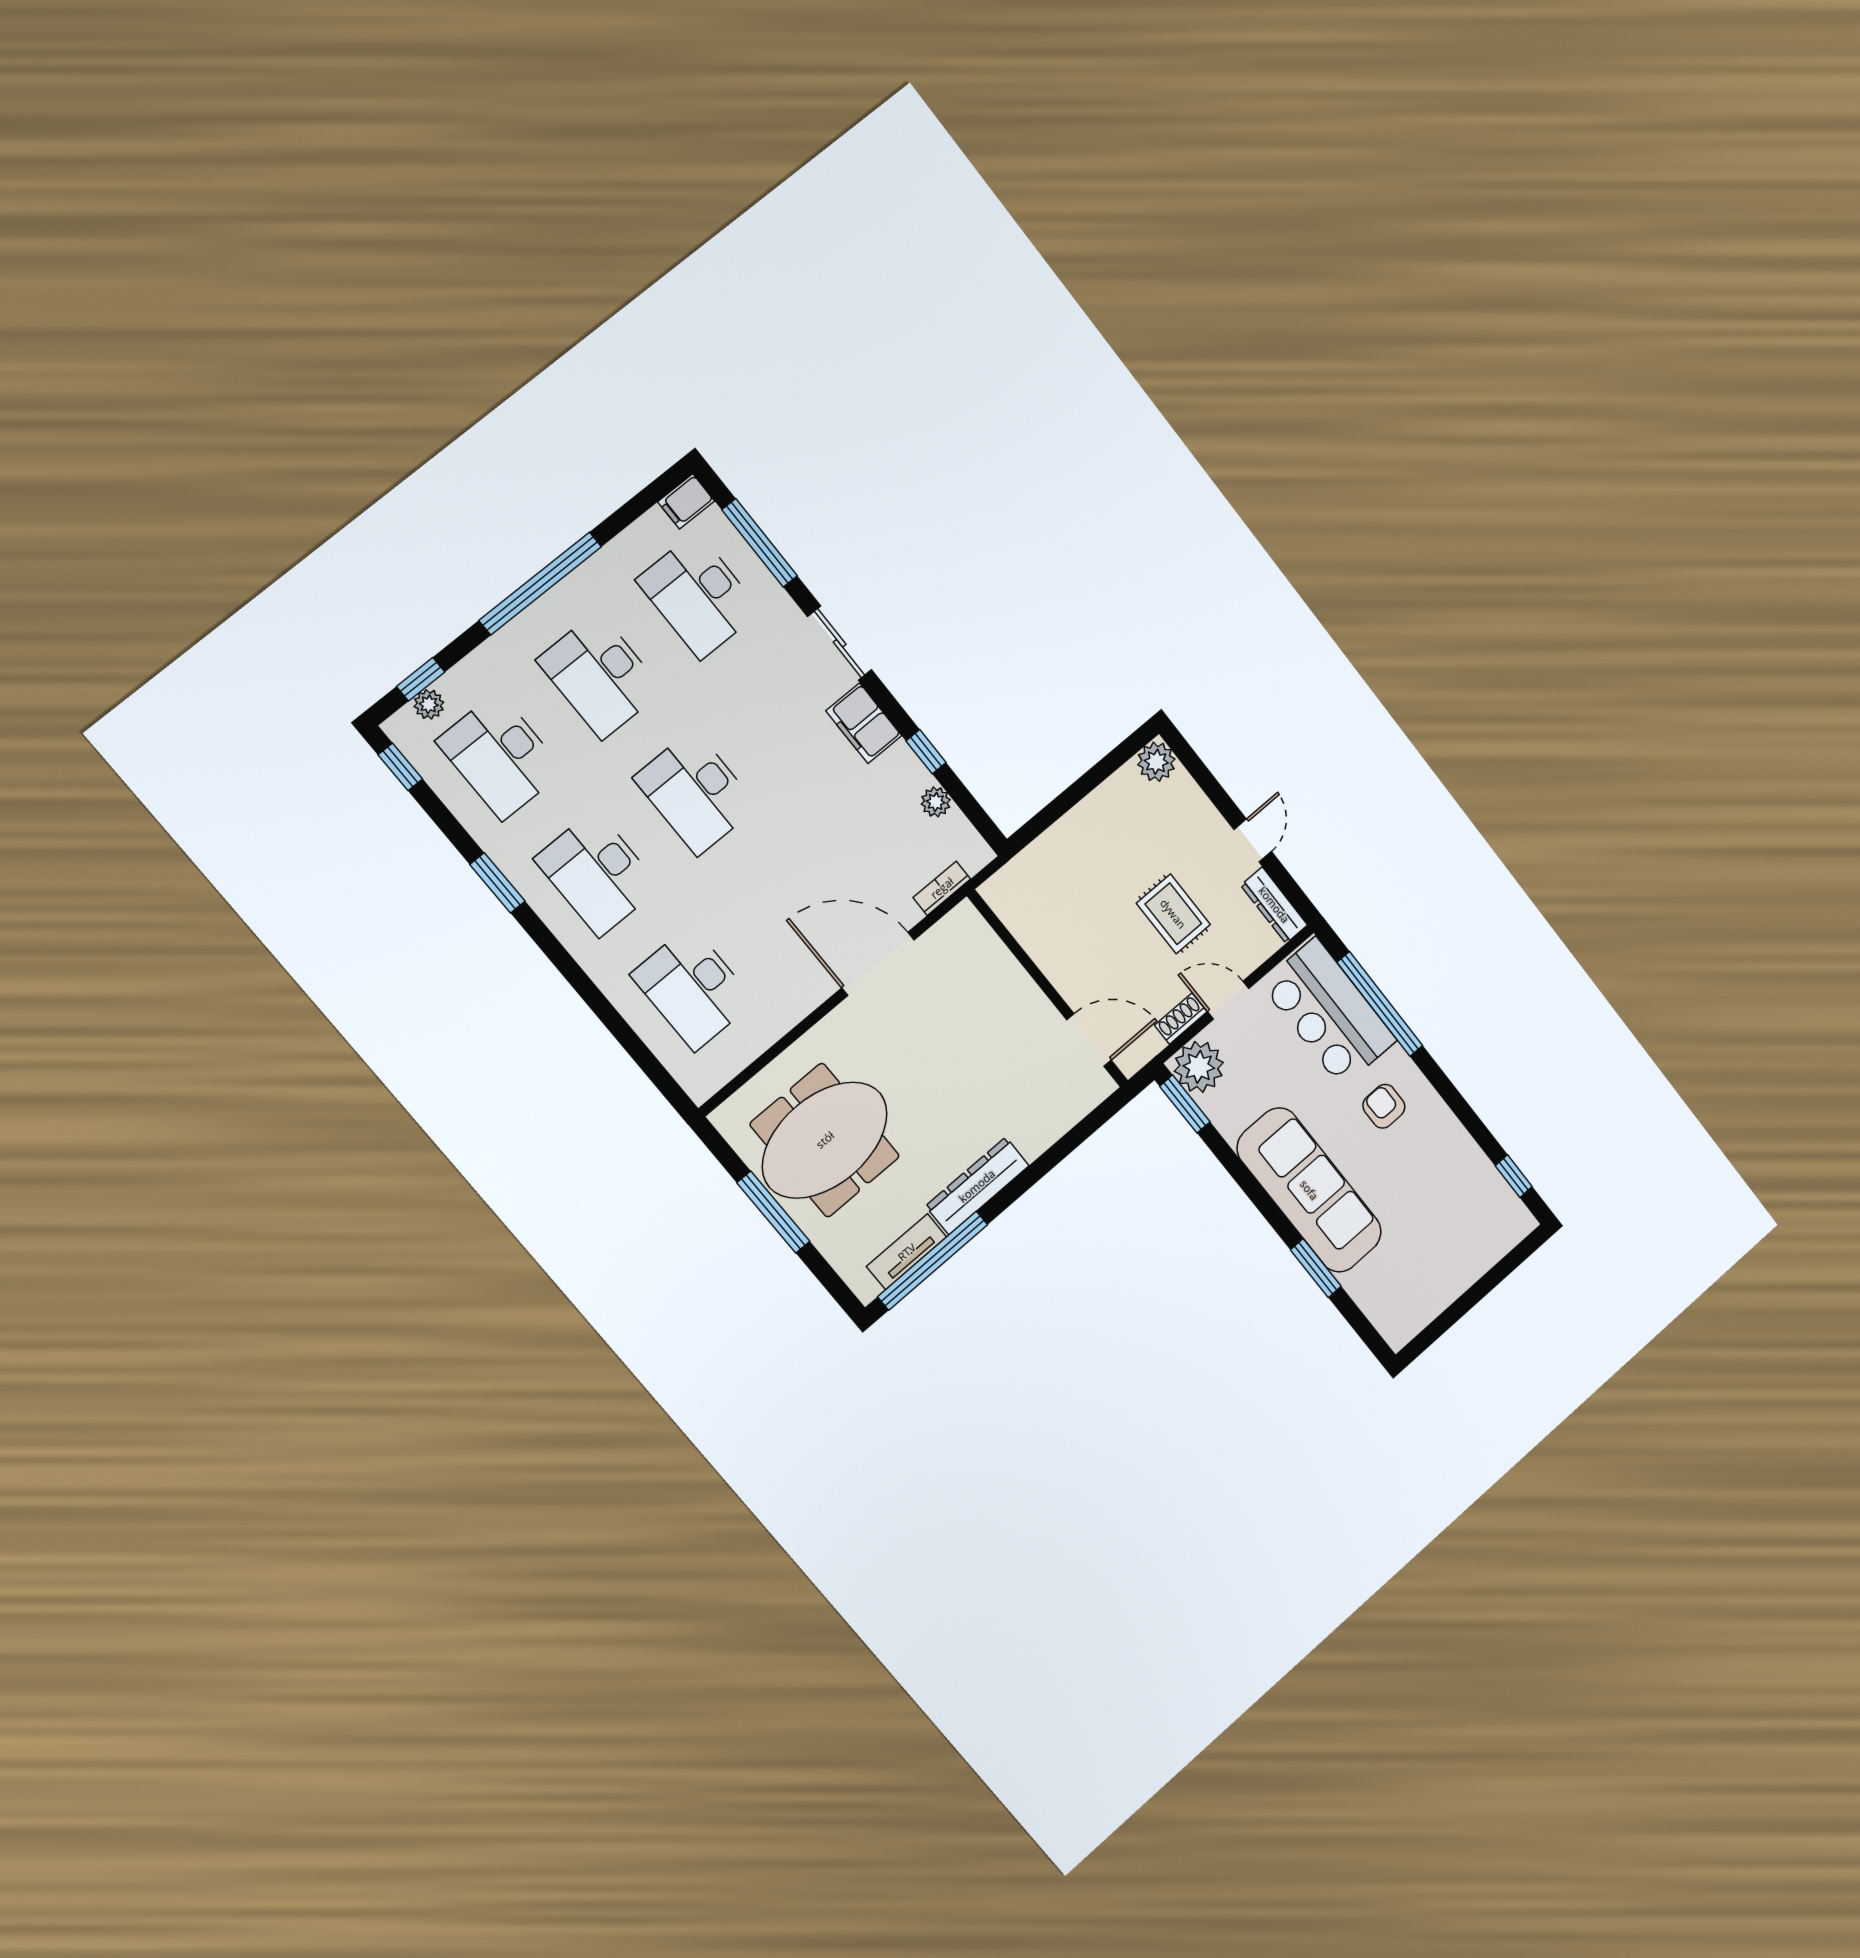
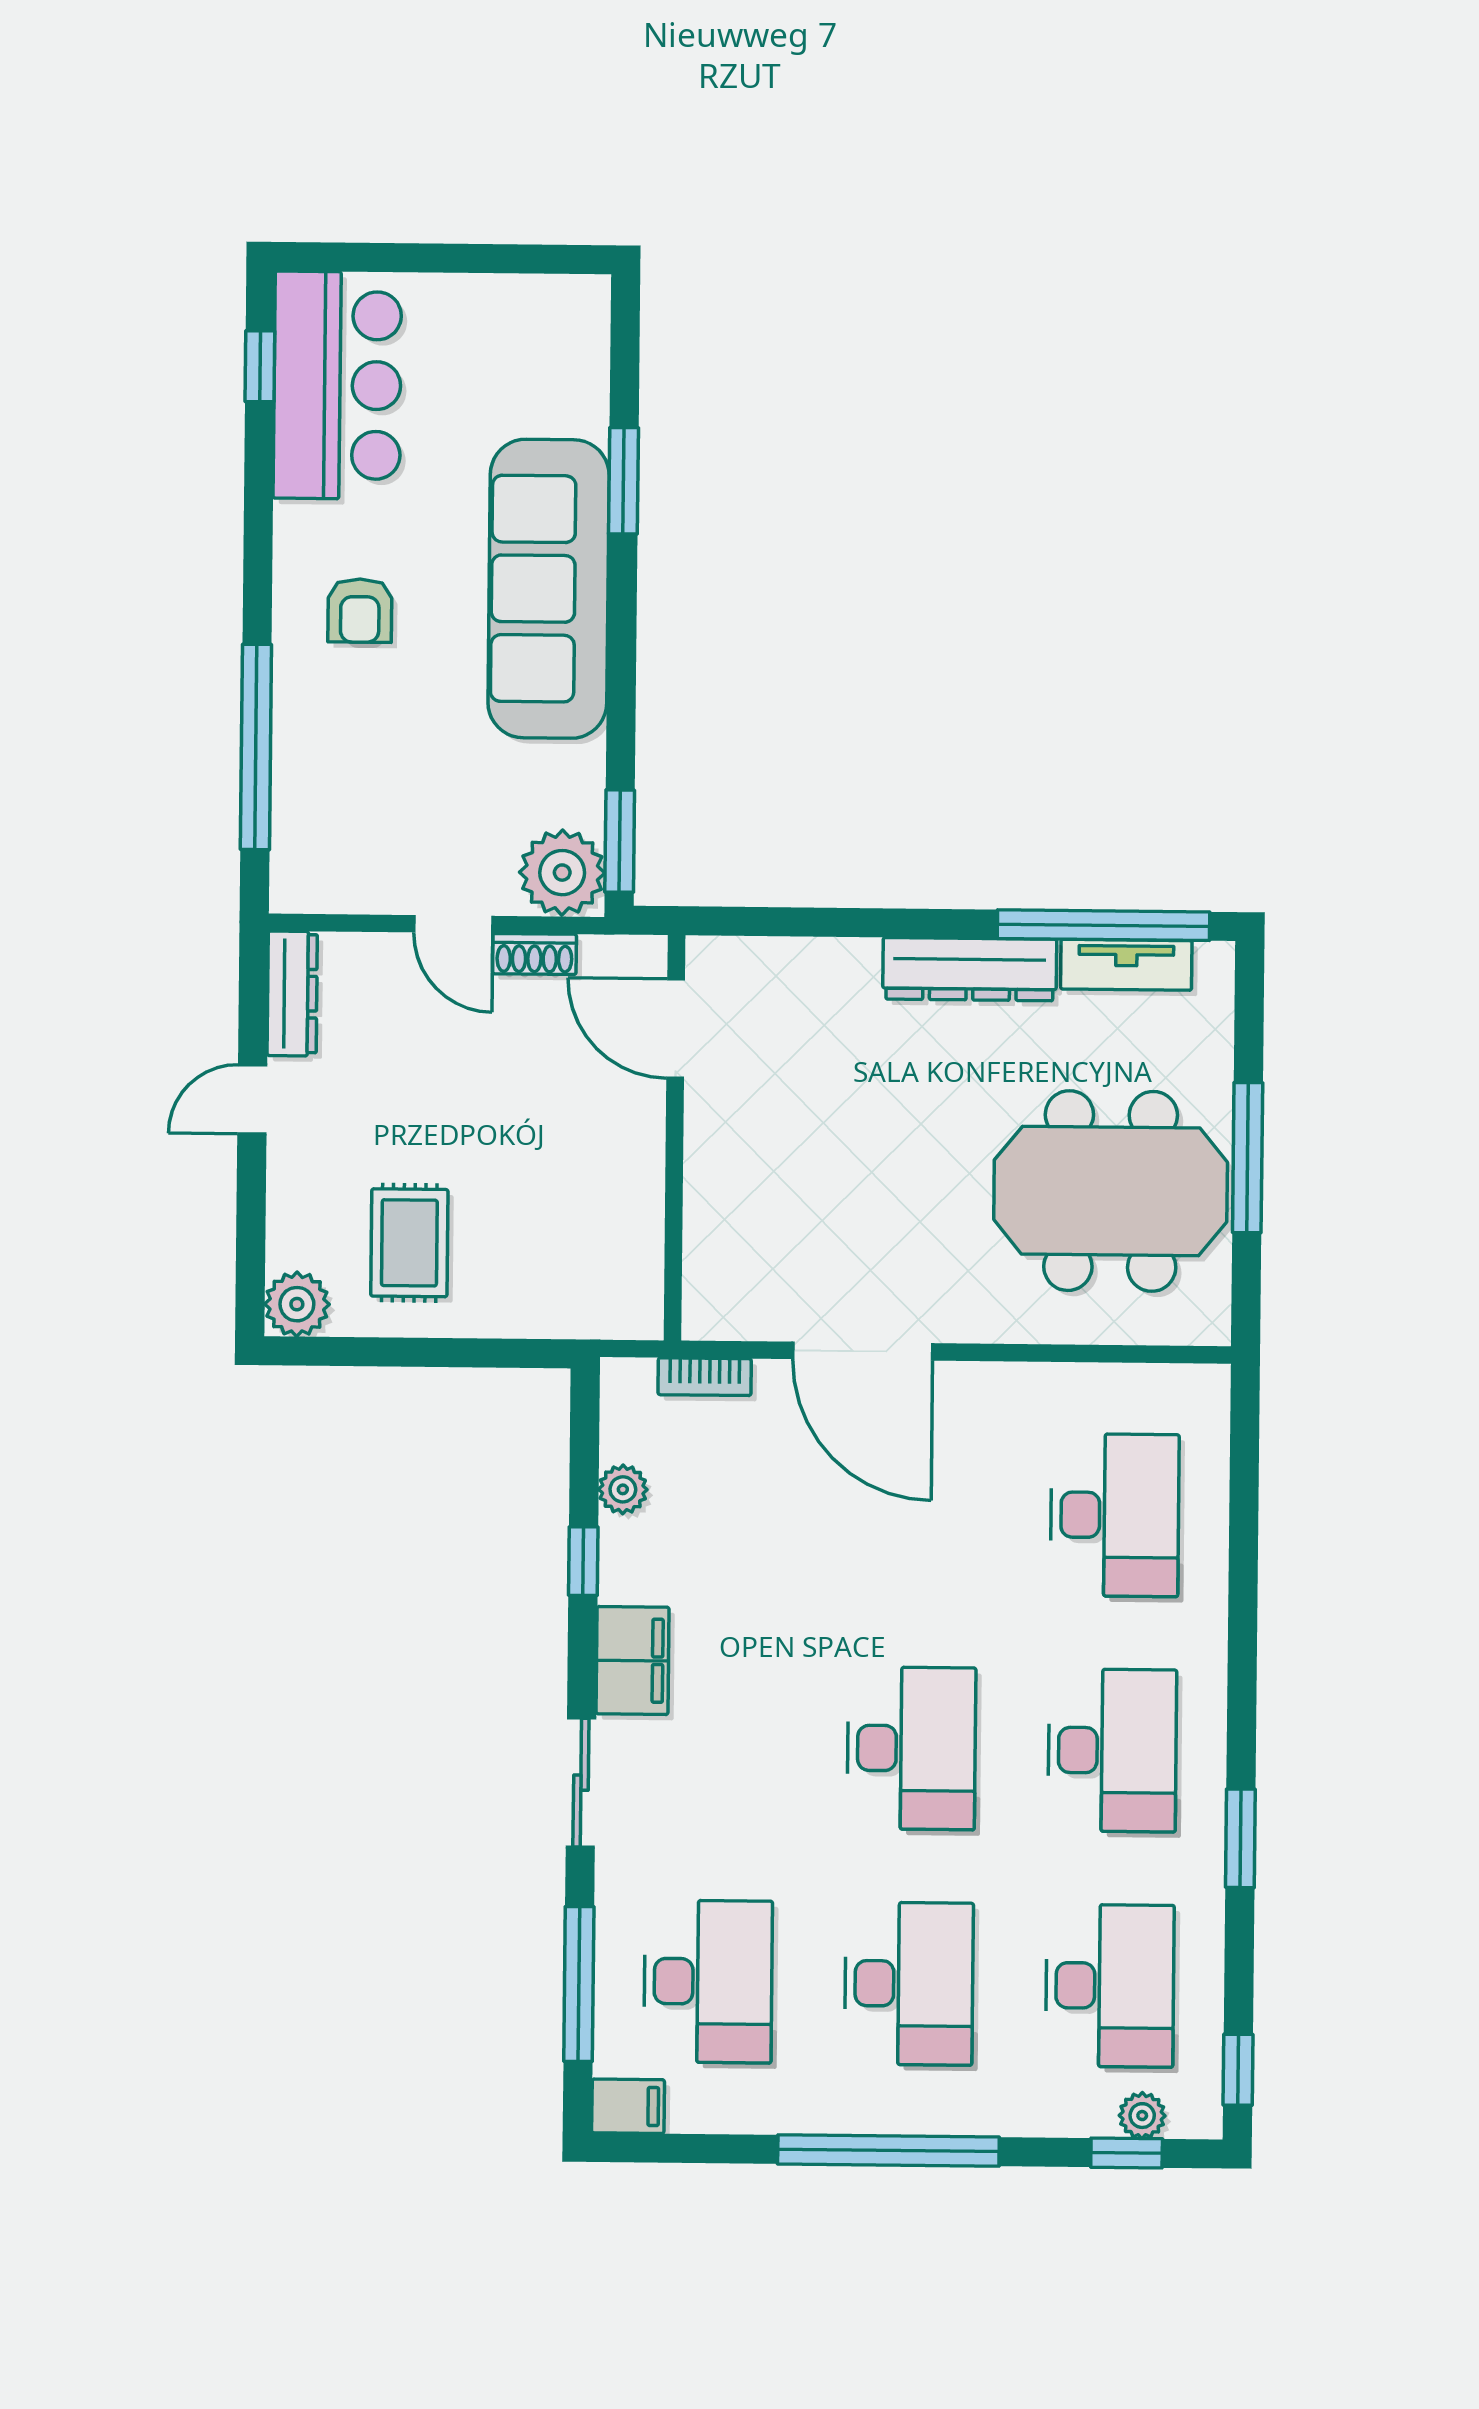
rug: (1173, 914) -> (409, 1243), moved
bar counter: (1329, 1012) -> (337, 385), moved

